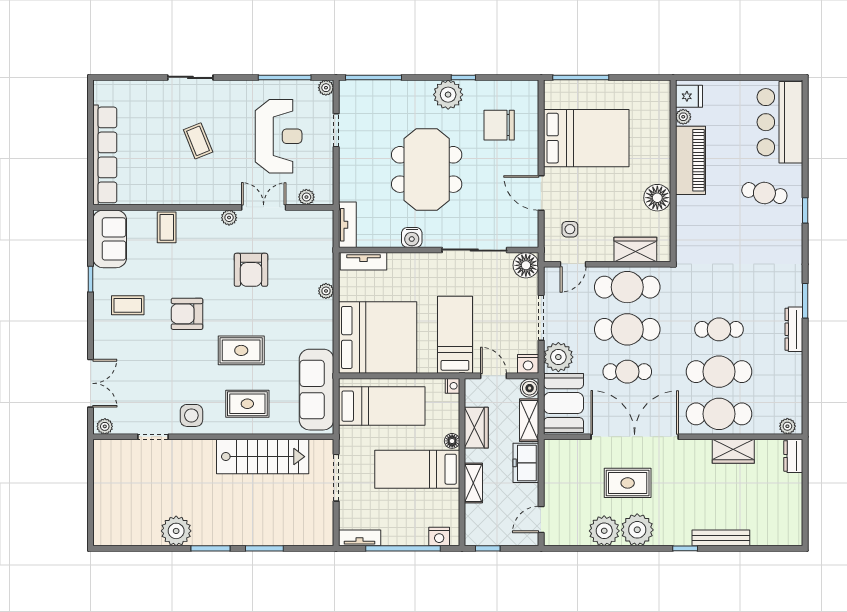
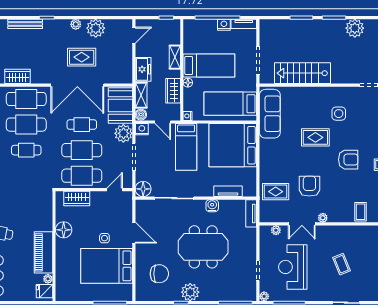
meeting table: (427, 169) -> (203, 247), turned 90
side table: (570, 229) -> (104, 238), moved
tv unit: (363, 261) -> (228, 191), moved
plant: (326, 291) -> (264, 173), removed
rug: (247, 404) -> (276, 192), moved
side table: (191, 415) -> (339, 114), moved
plant: (637, 530) -> (76, 24), width x0.53, depth x0.53
nightstand: (439, 537) -> (224, 25), moved

